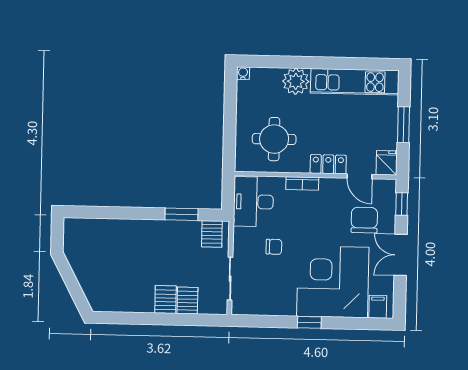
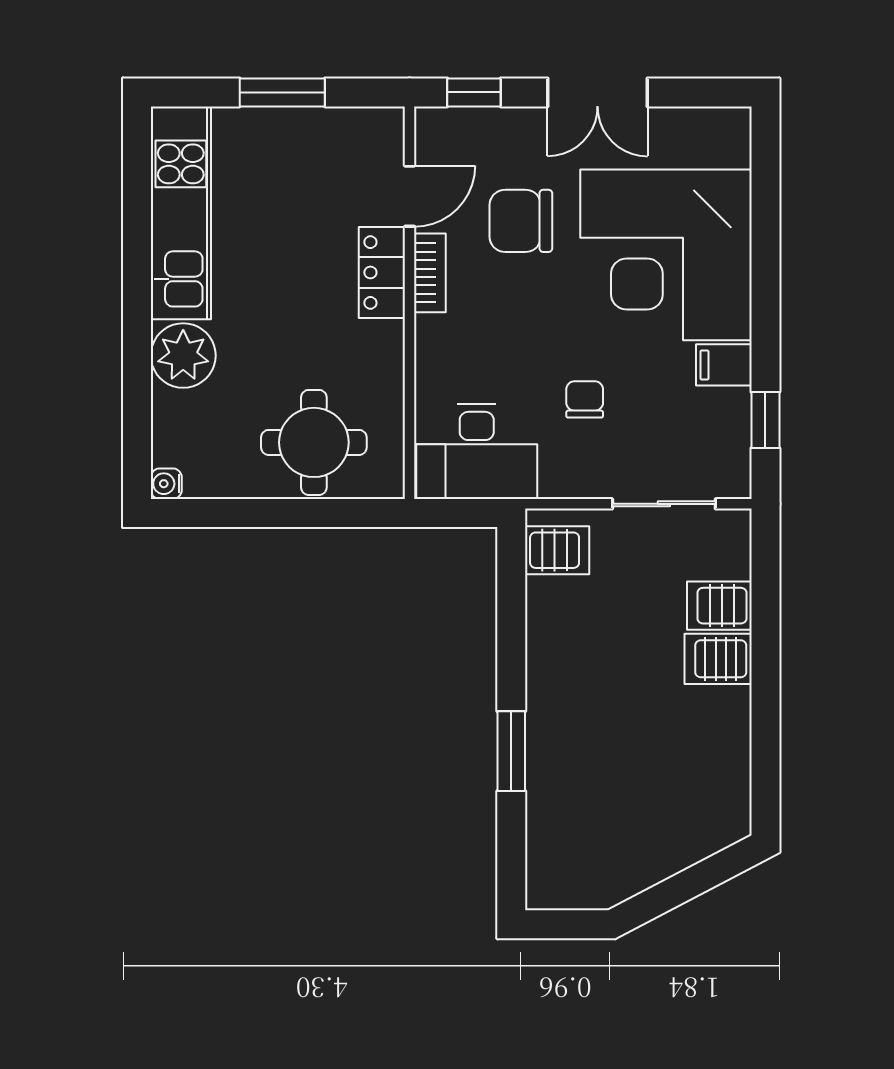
round table: (274, 139) -> (314, 442), moved
fridge: (387, 163) -> (375, 131), removed
bookcase: (302, 183) -> (430, 273), moved
window: (182, 214) -> (511, 751), moved
chair: (364, 220) -> (521, 221), moved
filing cabinet: (378, 307) -> (724, 365), moved
window: (309, 322) -> (765, 420), moved

